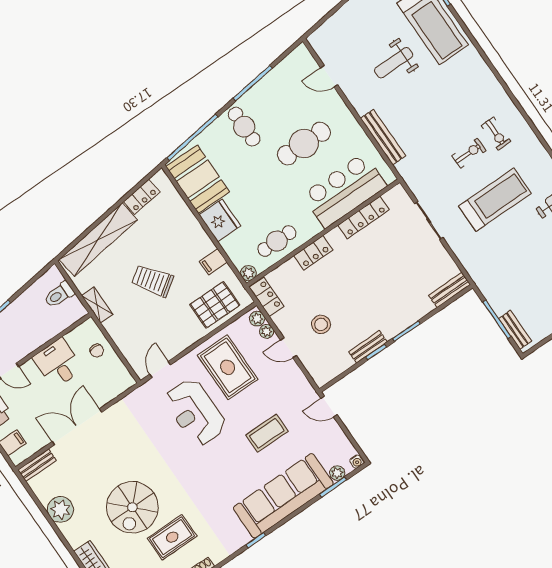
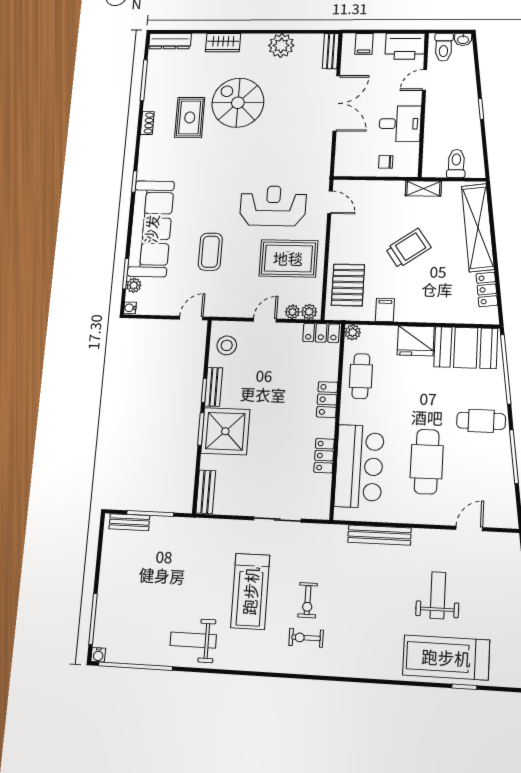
locker: (364, 217) -> (324, 456), width x0.66
shower: (394, 311) -> (225, 431), added
stool: (321, 324) -> (227, 345), moved

